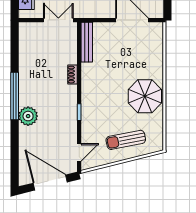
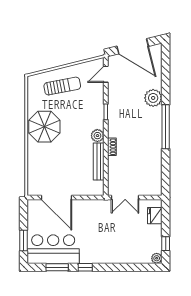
bench: (87, 42) -> (99, 162), moved
plant: (88, 87) -> (97, 136), added
plant: (28, 116) -> (153, 98), moved

